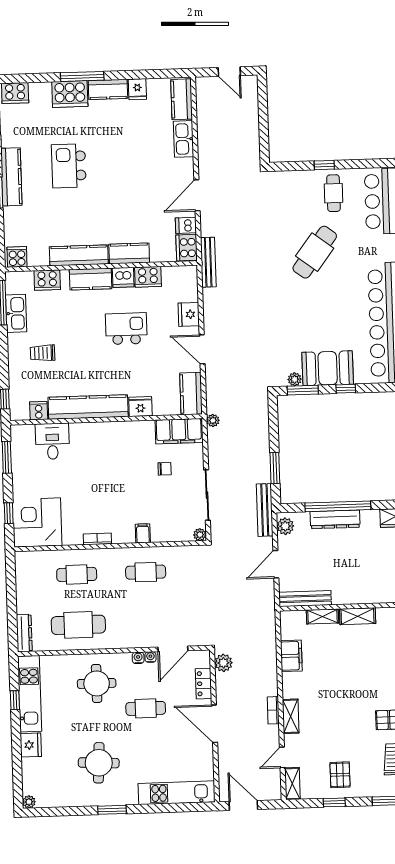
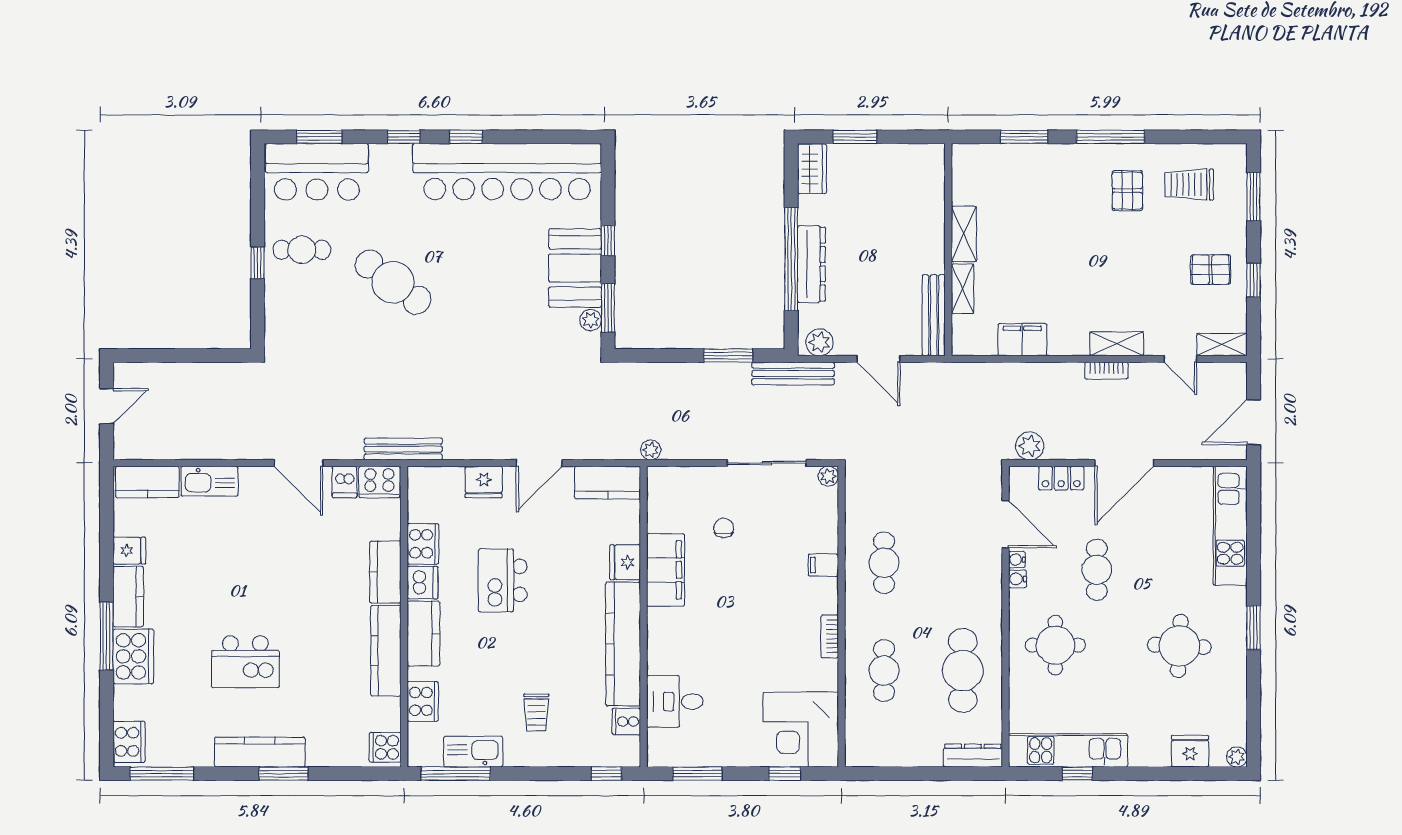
filing cabinet: (179, 431) -> (666, 570), moved
fridge: (31, 745) -> (1190, 751), moved

